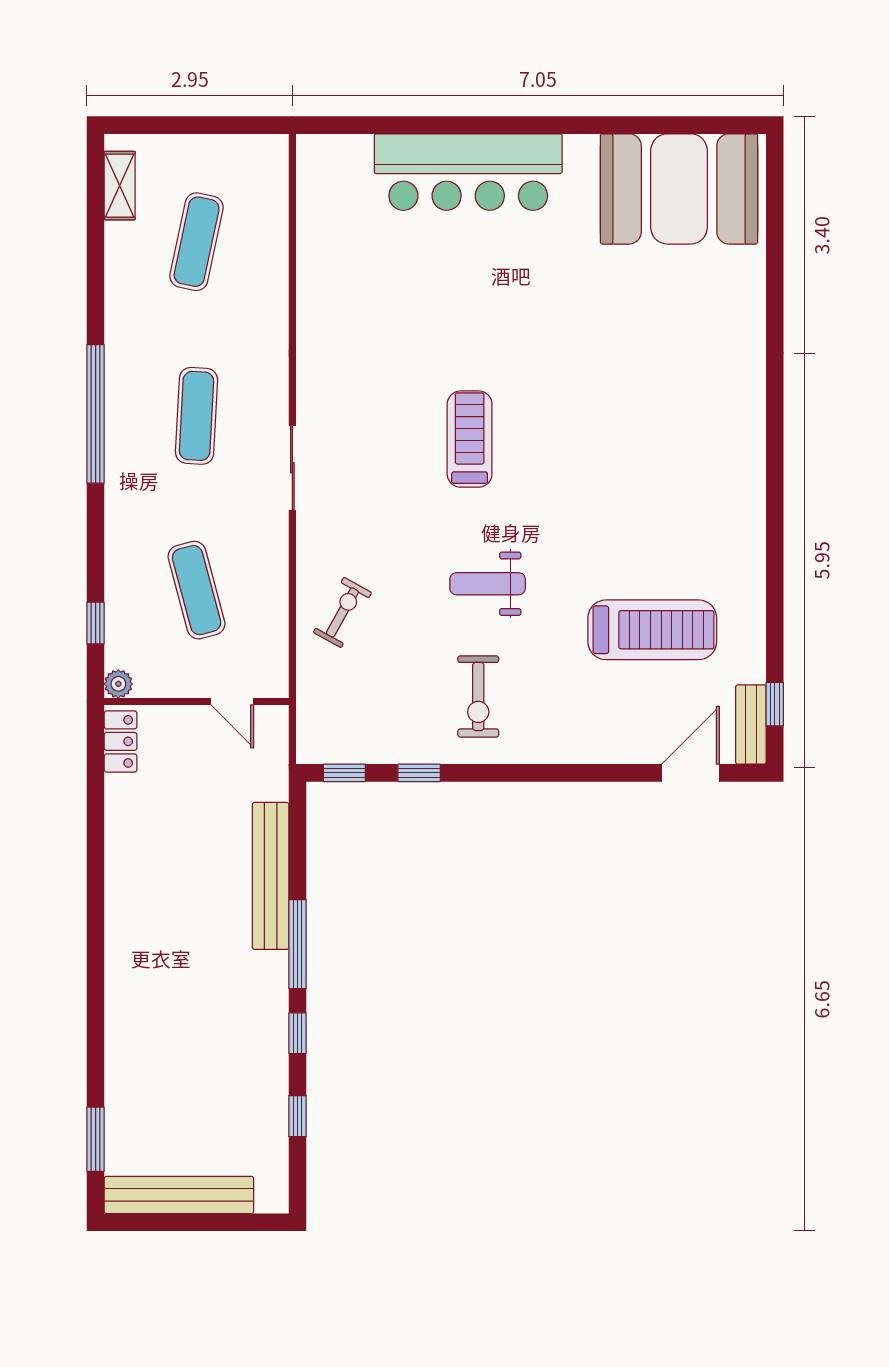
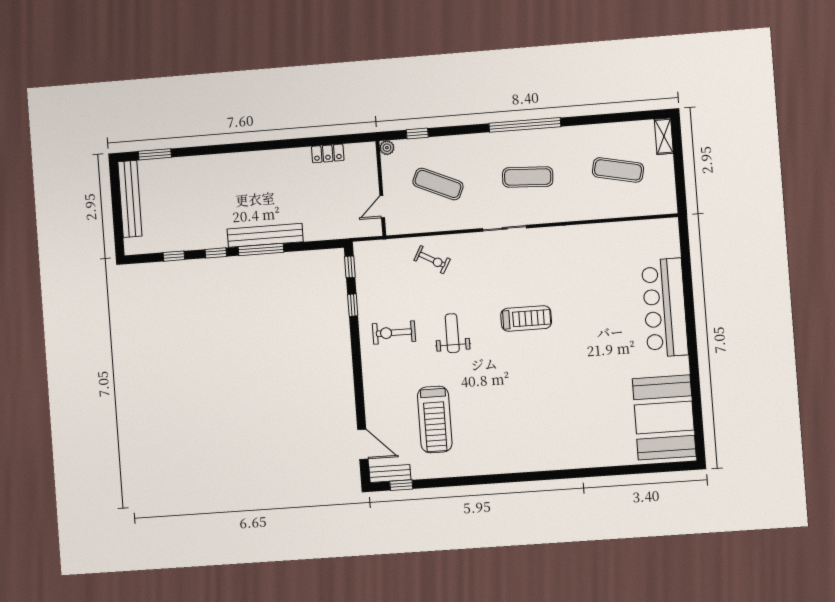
shelving: (120, 186) -> (664, 136), moved, turned 90
exercise mat: (197, 590) -> (438, 184), turned 39
locker: (121, 741) -> (328, 153), moved
bench: (271, 876) -> (265, 235), moved

